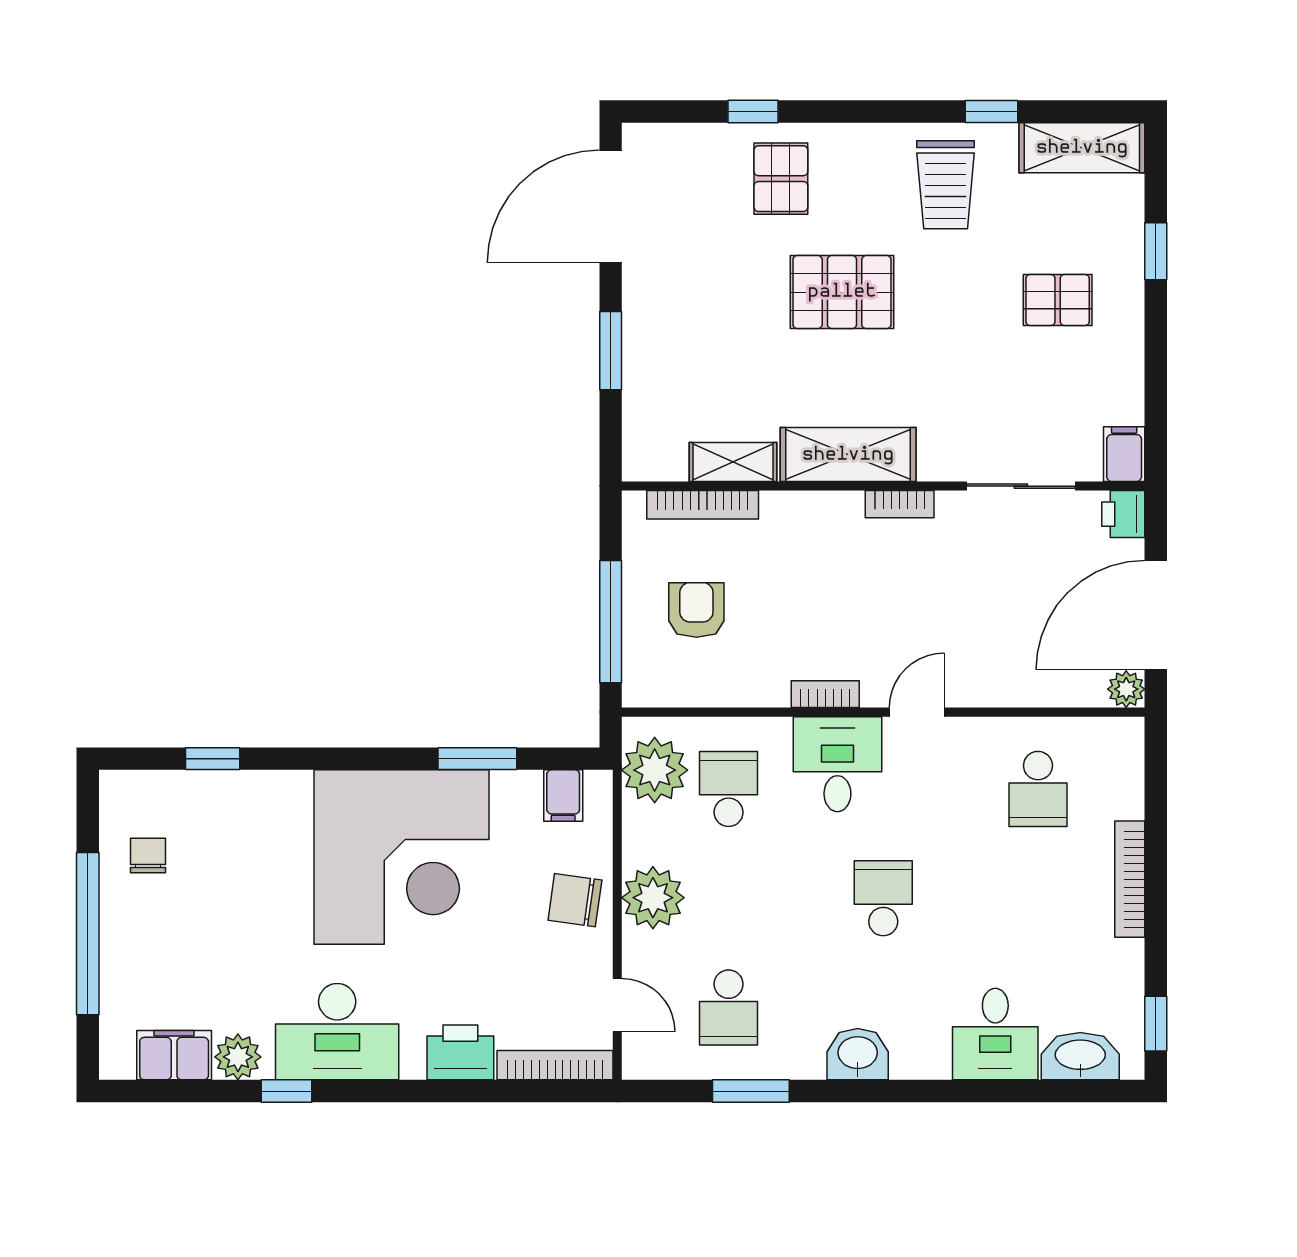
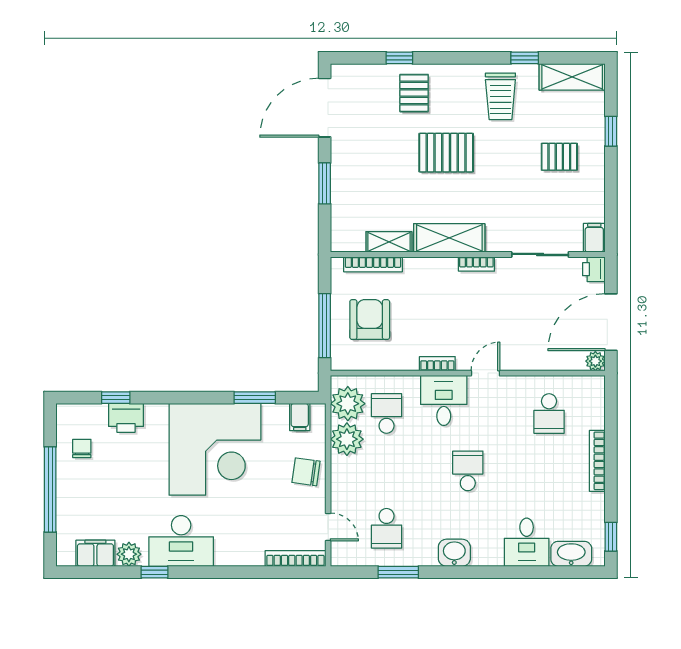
armchair: (696, 610) -> (370, 320), width x1.38, depth x1.38
plant: (653, 898) -> (347, 439), moved
printer: (460, 1052) -> (126, 418), moved, turned 180

